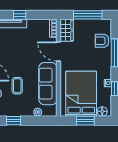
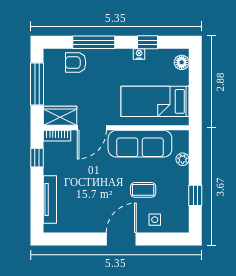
window: (20, 15) -> (37, 158), moved
armchair: (102, 41) -> (76, 63), turned 90
bed: (81, 94) -> (155, 101), width x0.67
window: (85, 121) -> (195, 88), removed

